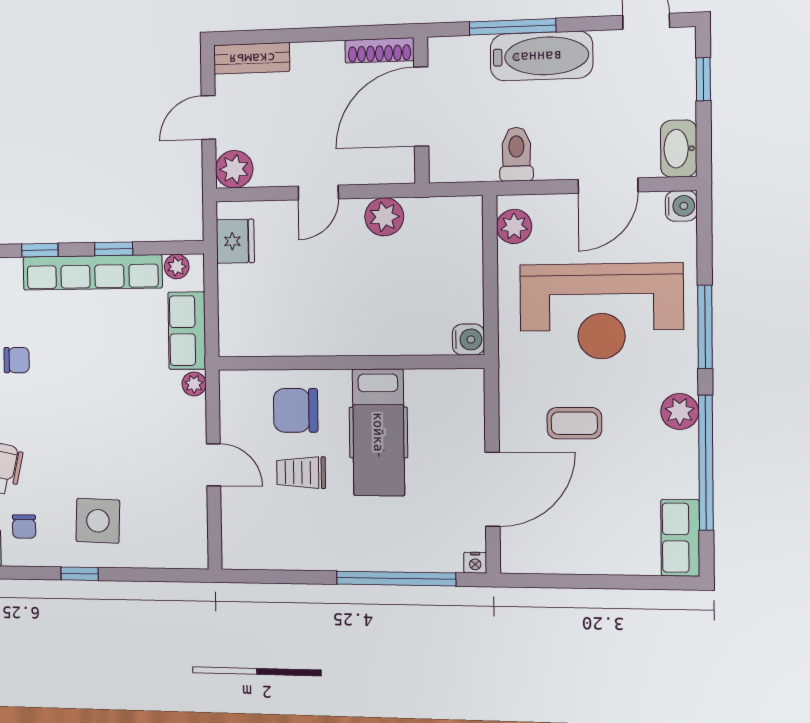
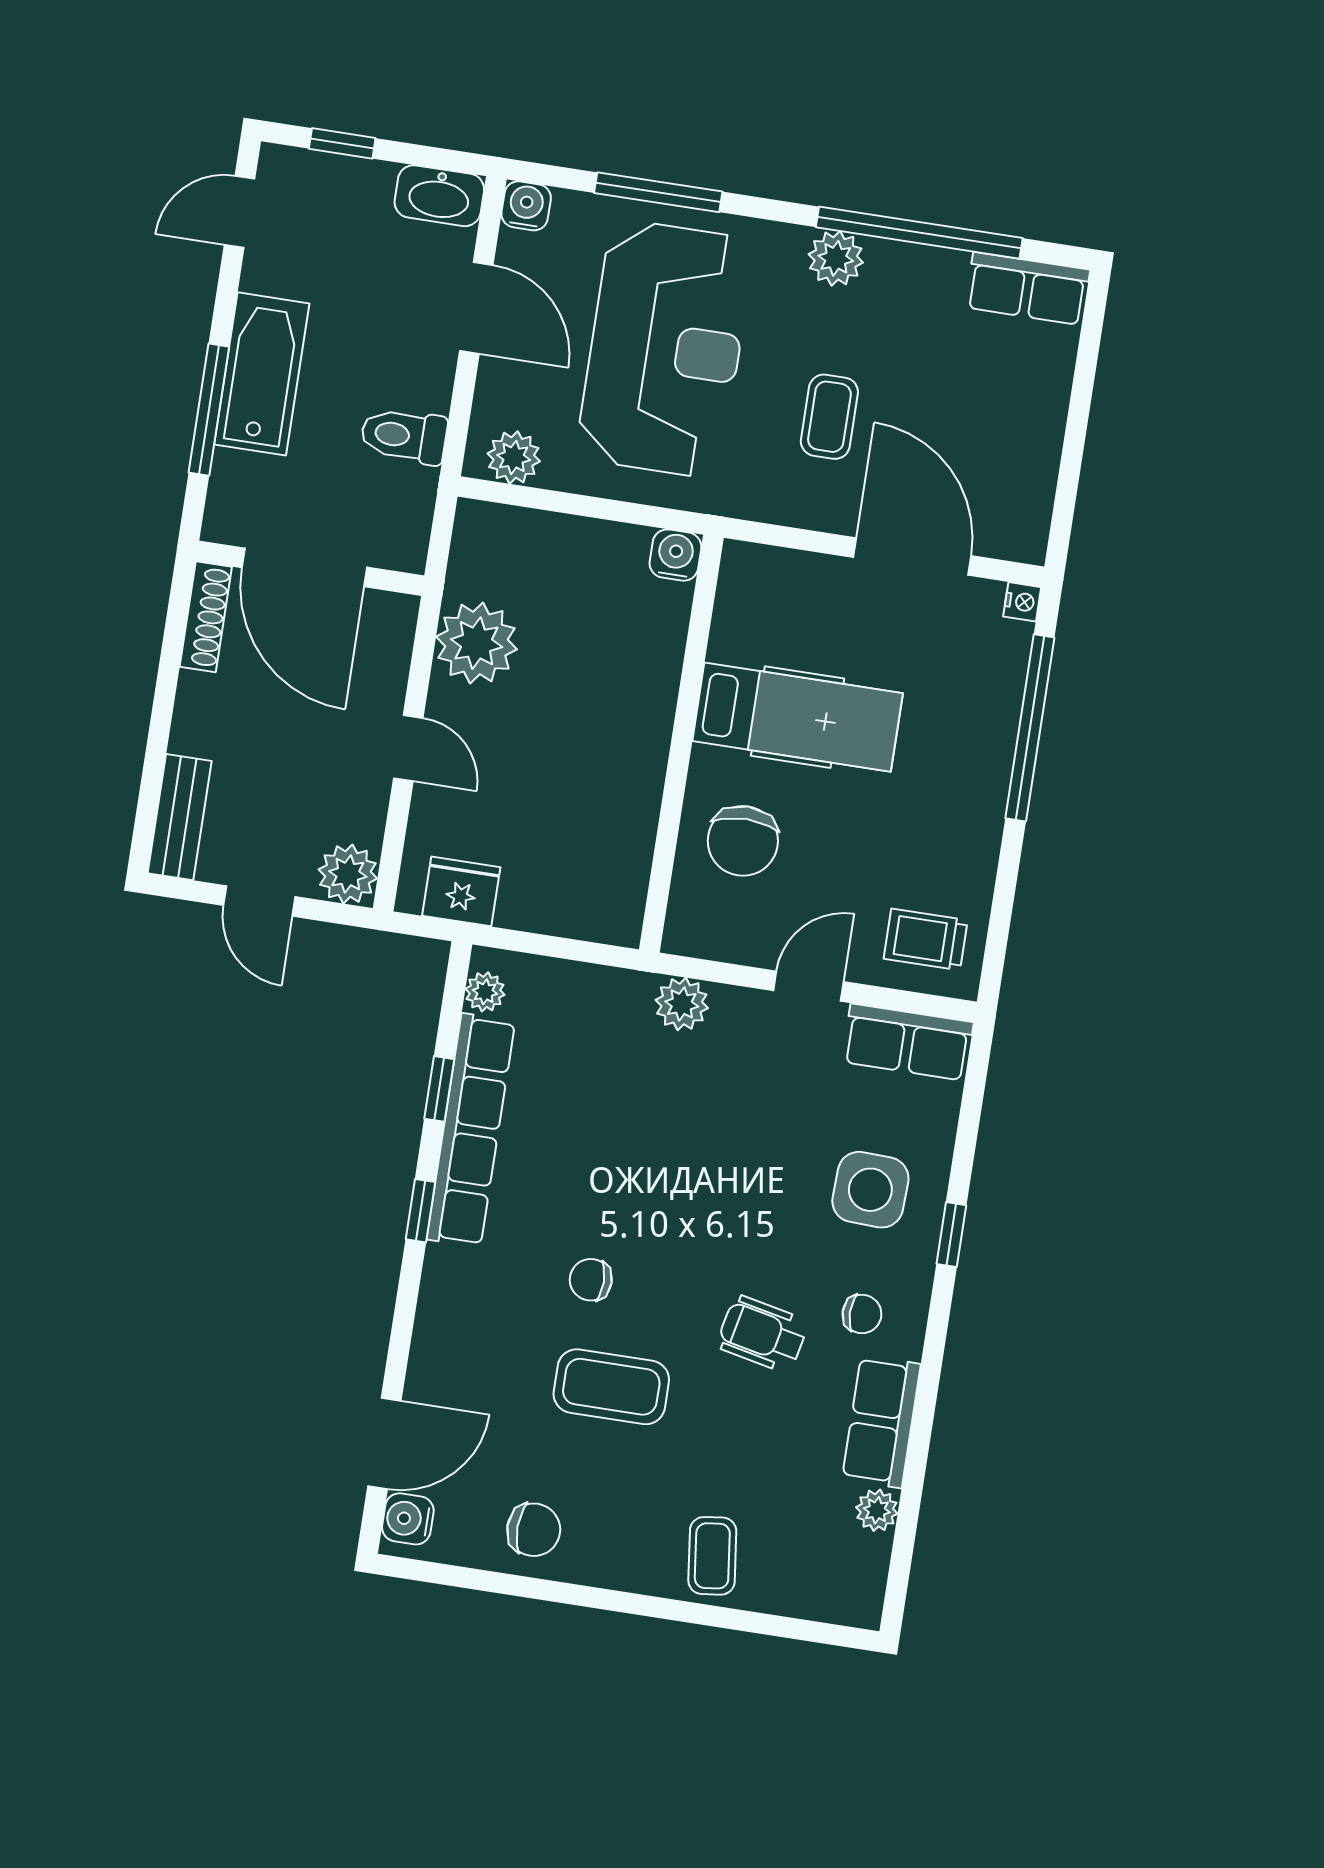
plant: (384, 217) -> (477, 643), width x1.36, depth x1.36
window: (705, 327) -> (658, 192), moved
row of seats: (187, 331) -> (908, 1042), moved
chair: (17, 360) -> (591, 1280), turned -90
plant: (194, 384) -> (682, 1004), width x1.38, depth x1.38
trolley: (301, 473) -> (926, 939), moved, turned 90

